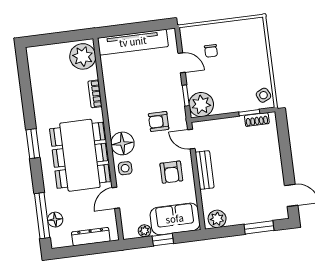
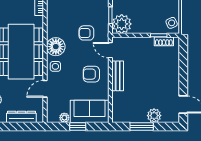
armchair: (171, 172) -> (91, 74), turned 90
plant: (217, 219) -> (154, 116), moved
window: (259, 227) -> (142, 126), moved

